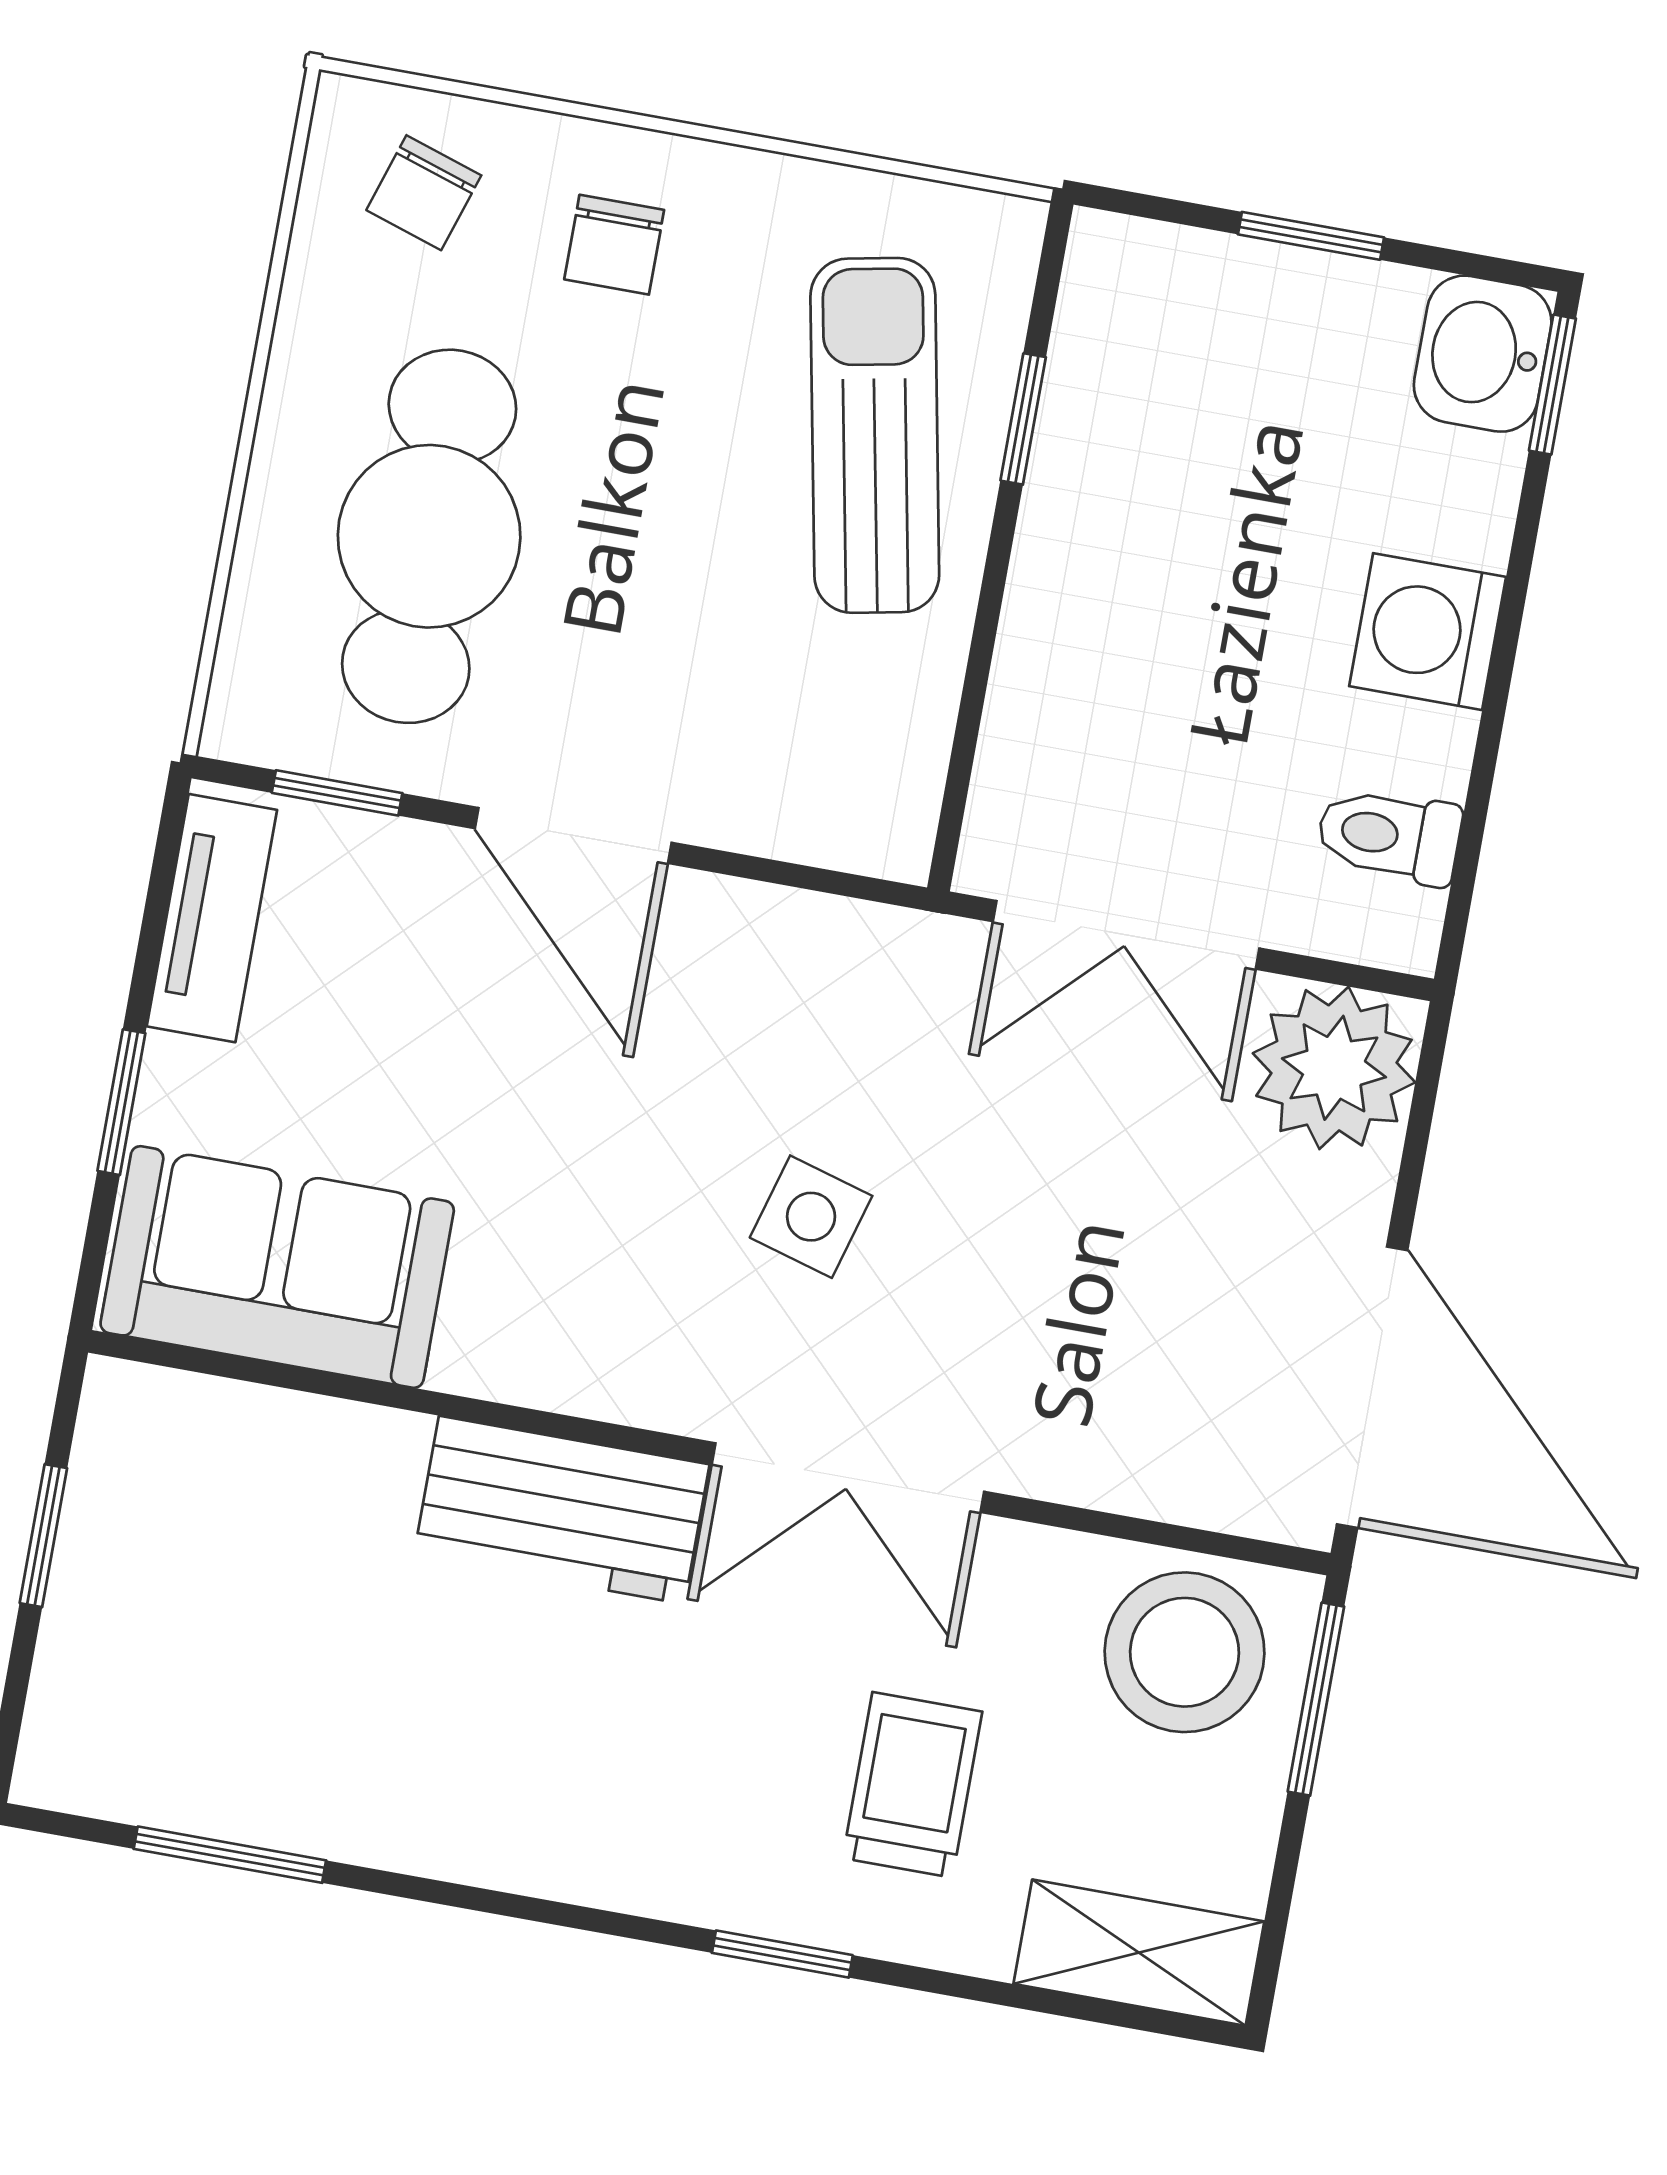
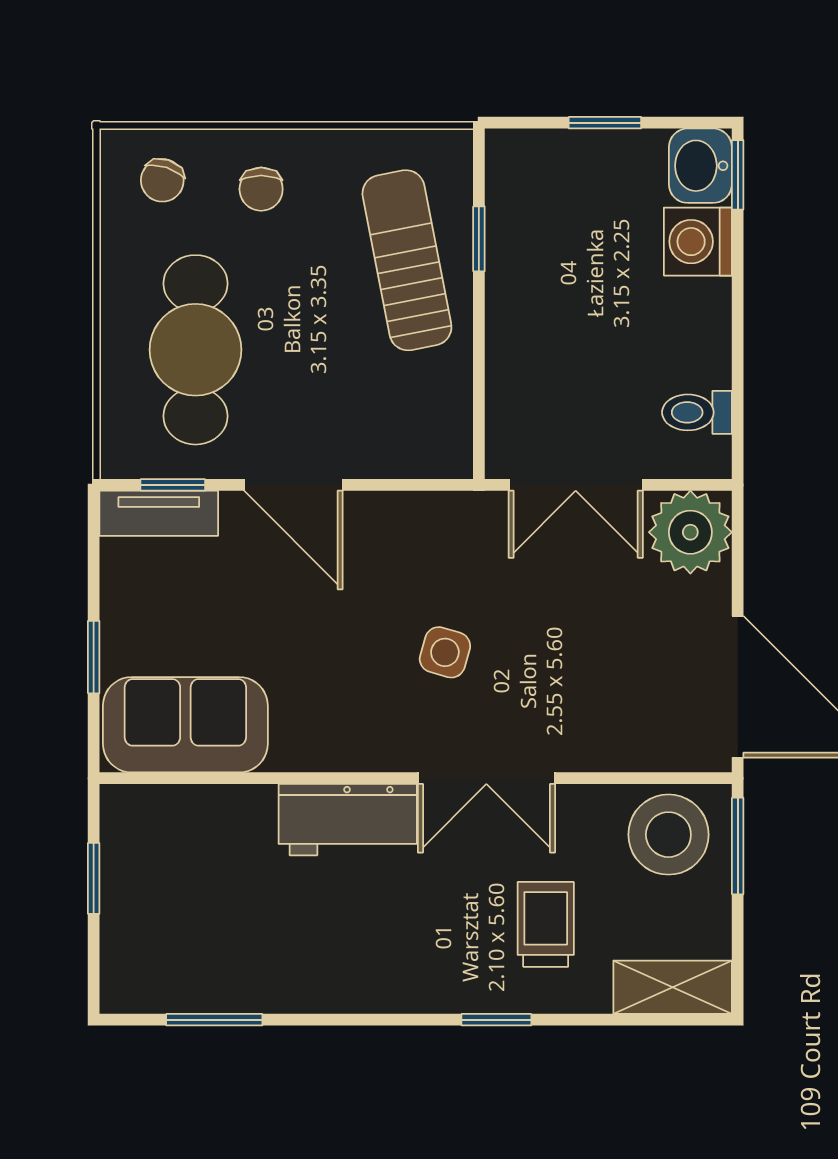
washing machine: (1428, 632) -> (698, 242), moved
tv unit: (212, 918) -> (159, 513), moved, turned 90

